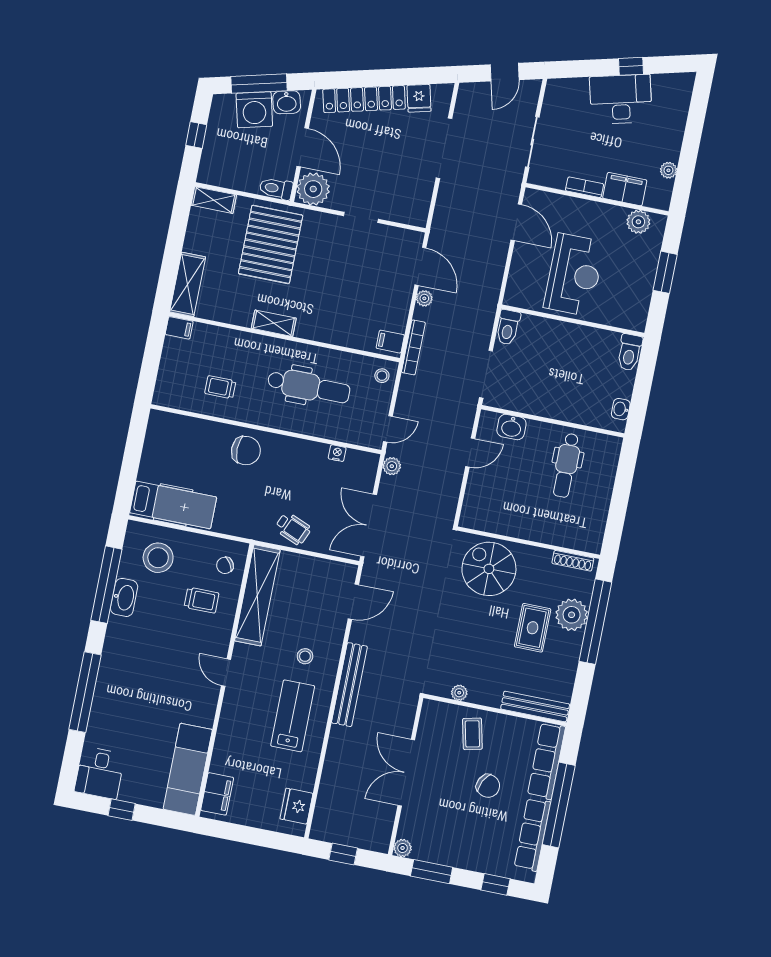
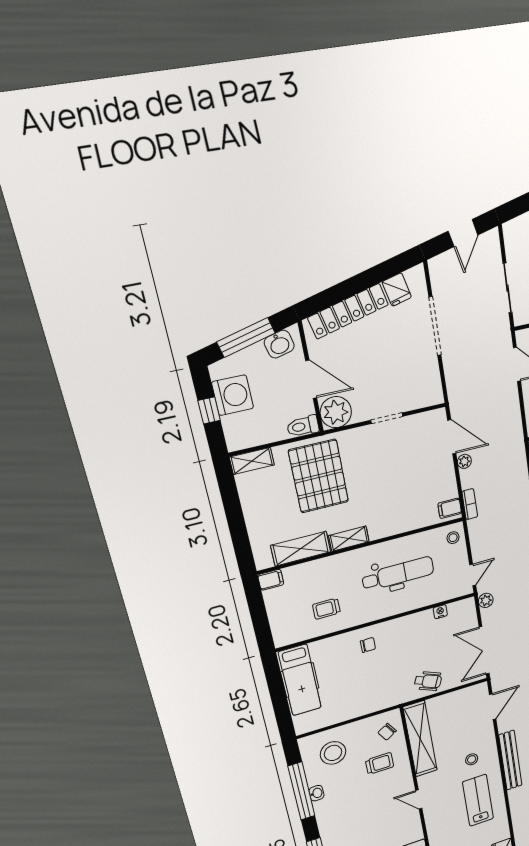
washing machine: (254, 110) -> (233, 395), moved, turned -76
shelving: (188, 284) -> (301, 549), moved, turned 90
bookcase: (413, 347) -> (470, 504), width x0.64
chair: (246, 451) -> (368, 645), width x0.54, depth x0.54
hospital bed: (173, 505) -> (300, 680), moved, turned 90
washbasin: (124, 597) -> (317, 793), width x0.52, depth x0.69

